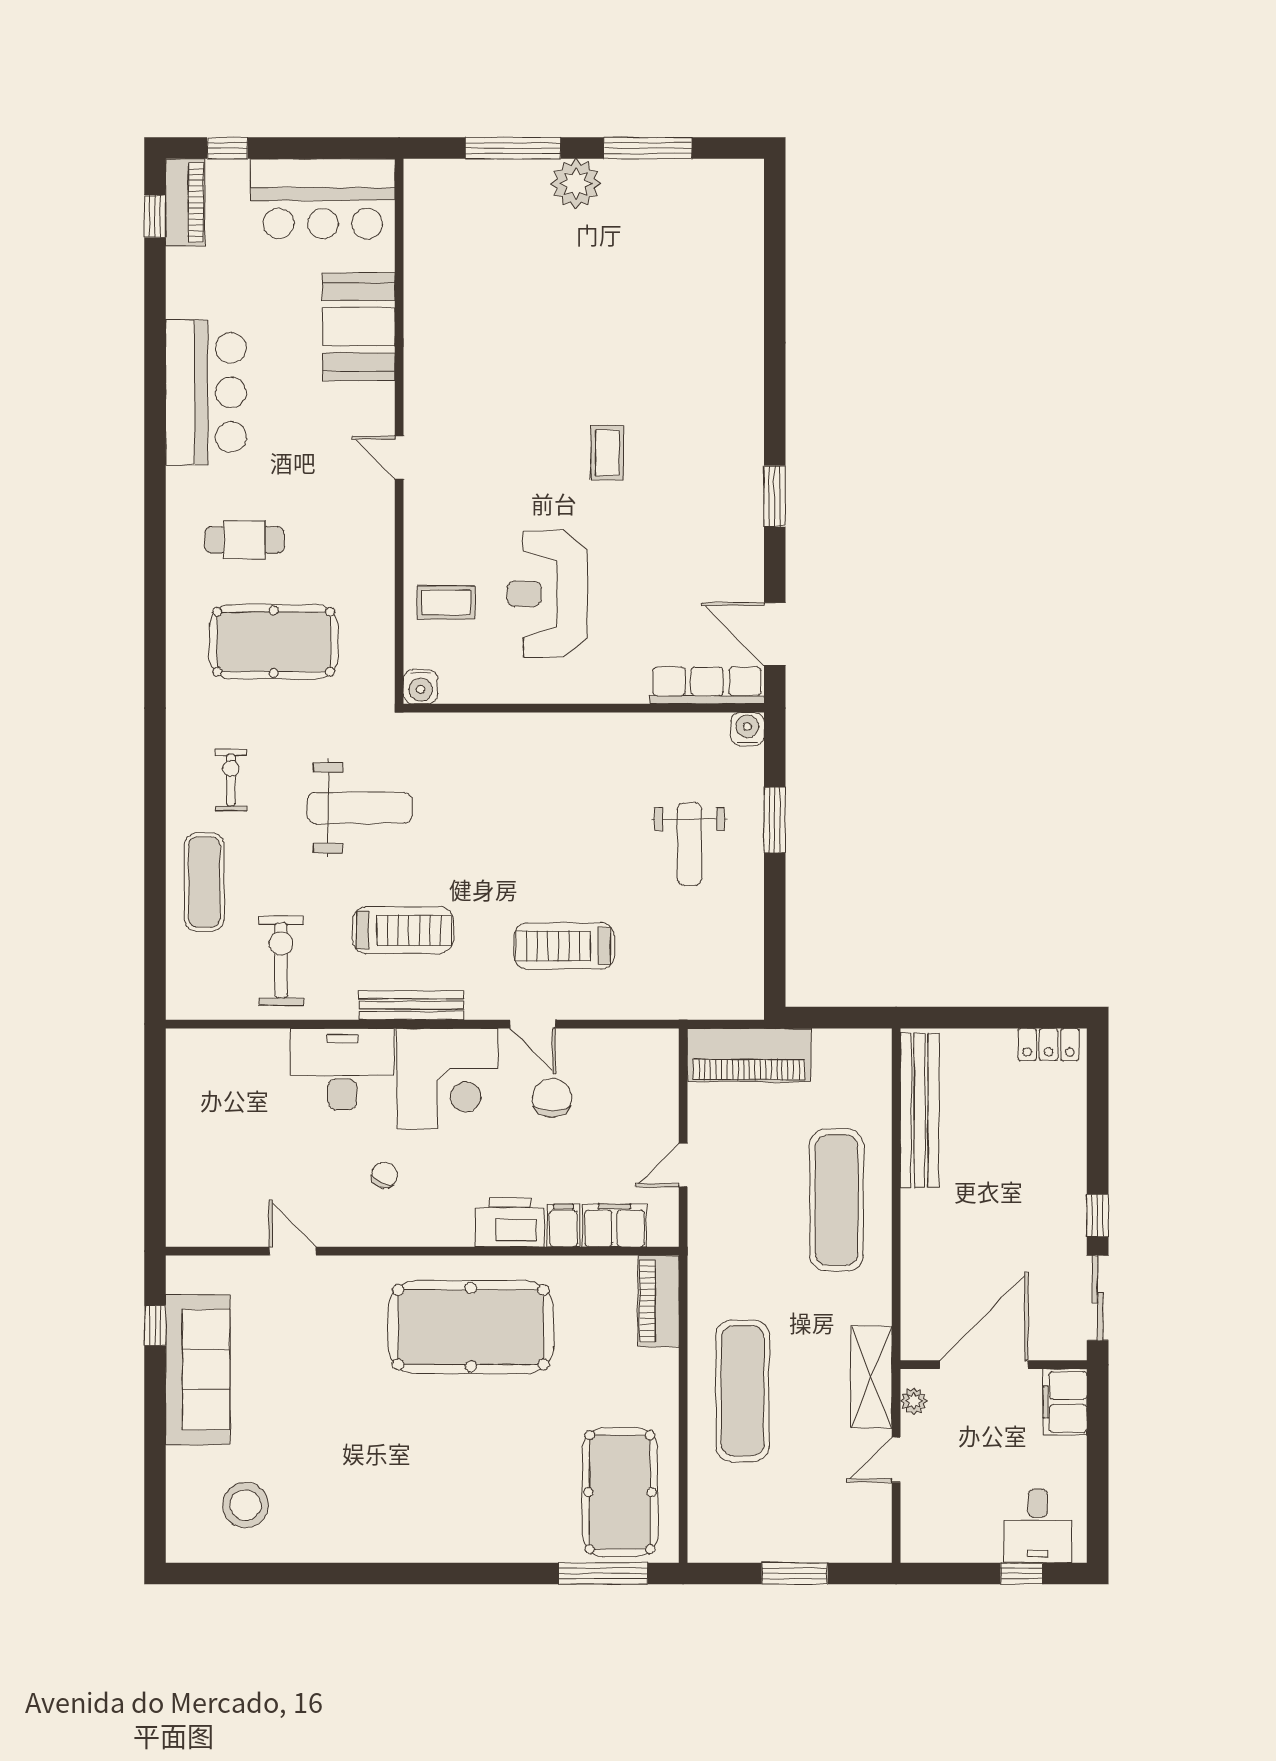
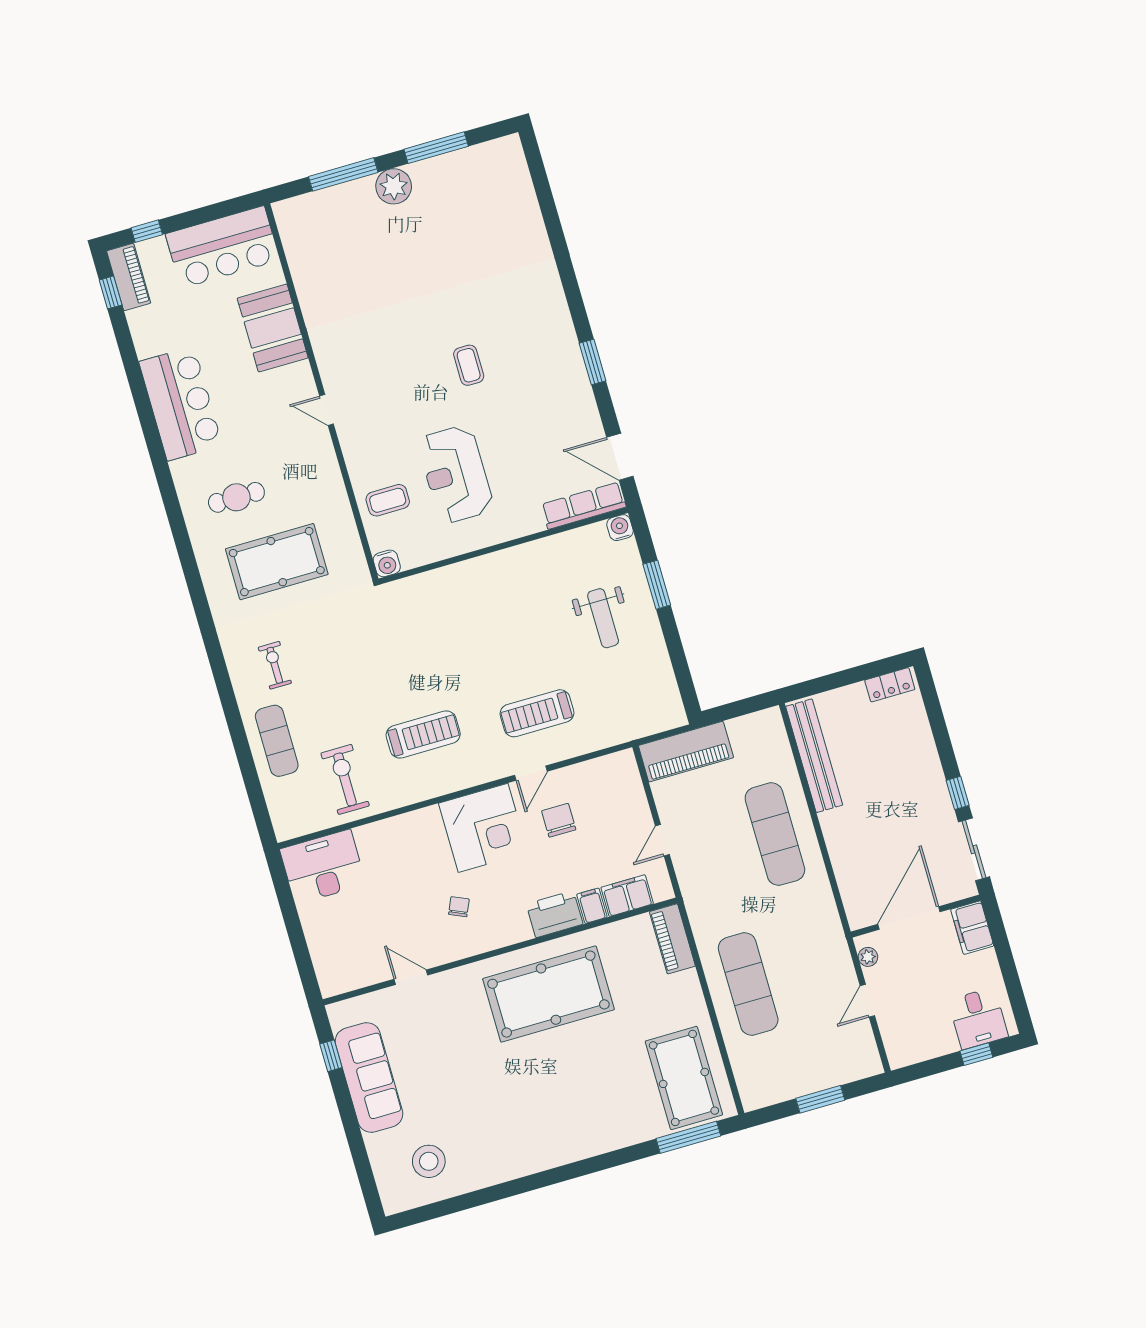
weight bench: (360, 808) -> (369, 659), removed
bench: (411, 1005) -> (444, 784), removed
door: (533, 1024) -> (531, 773), hinge flipped
desk: (342, 1069) -> (323, 867), moved
shelving: (871, 1377) -> (834, 949), removed

